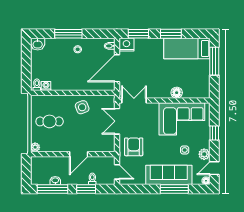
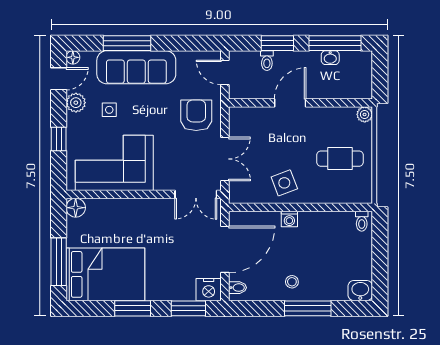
bed: (187, 48) -> (105, 274), width x1.50
washing machine: (46, 86) -> (289, 219), moved
floor lamp: (177, 93) -> (76, 208), moved
armchair: (134, 147) -> (196, 115), turned 180

